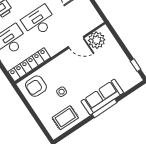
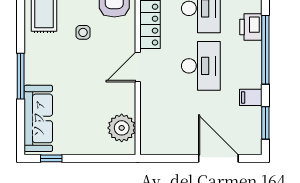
door: (76, 42) -> (138, 67), moved
sofa: (102, 97) -> (38, 118), moved

